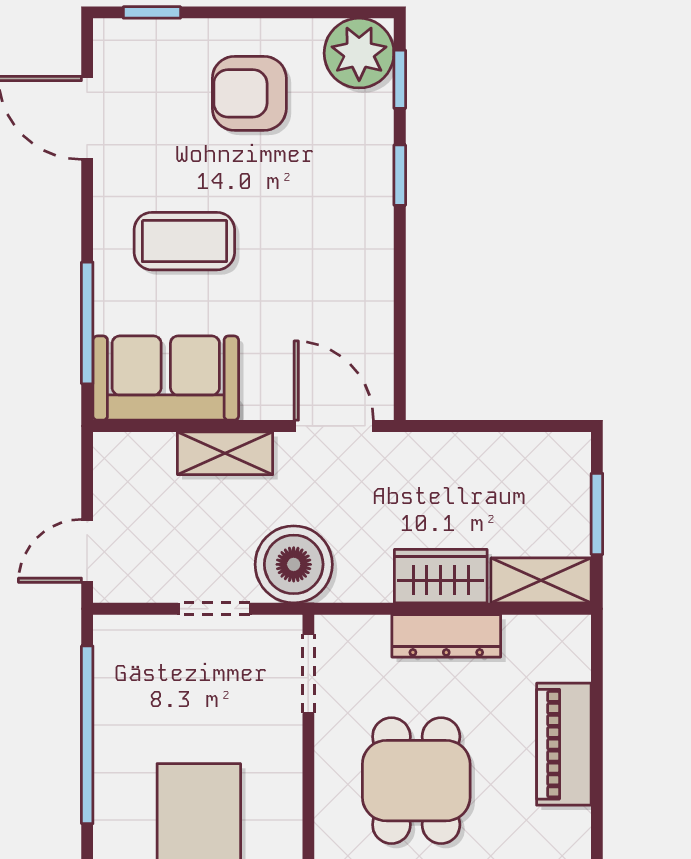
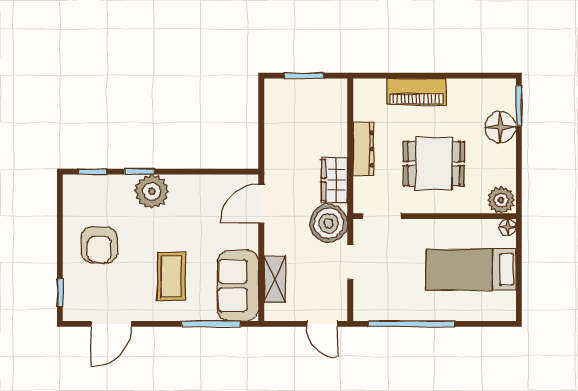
plant: (359, 53) -> (152, 191), moved
shelving: (225, 453) -> (275, 279), moved
wardrobe: (441, 576) -> (334, 180), moved
shelving: (541, 580) -> (336, 103), removed

